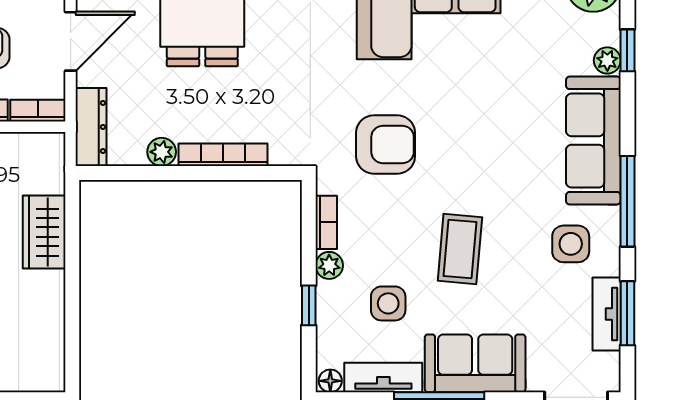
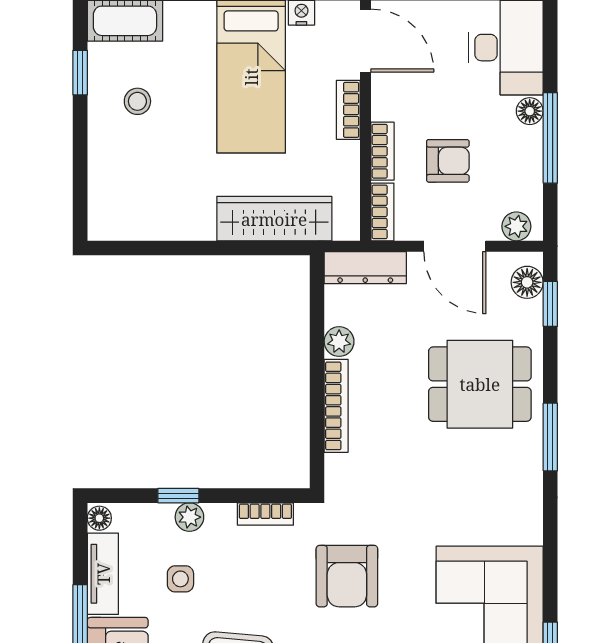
wardrobe: (44, 232) -> (274, 219), width x1.50
plant: (329, 265) -> (189, 517), moved
side table: (388, 303) -> (180, 579), width x0.73, depth x0.73

